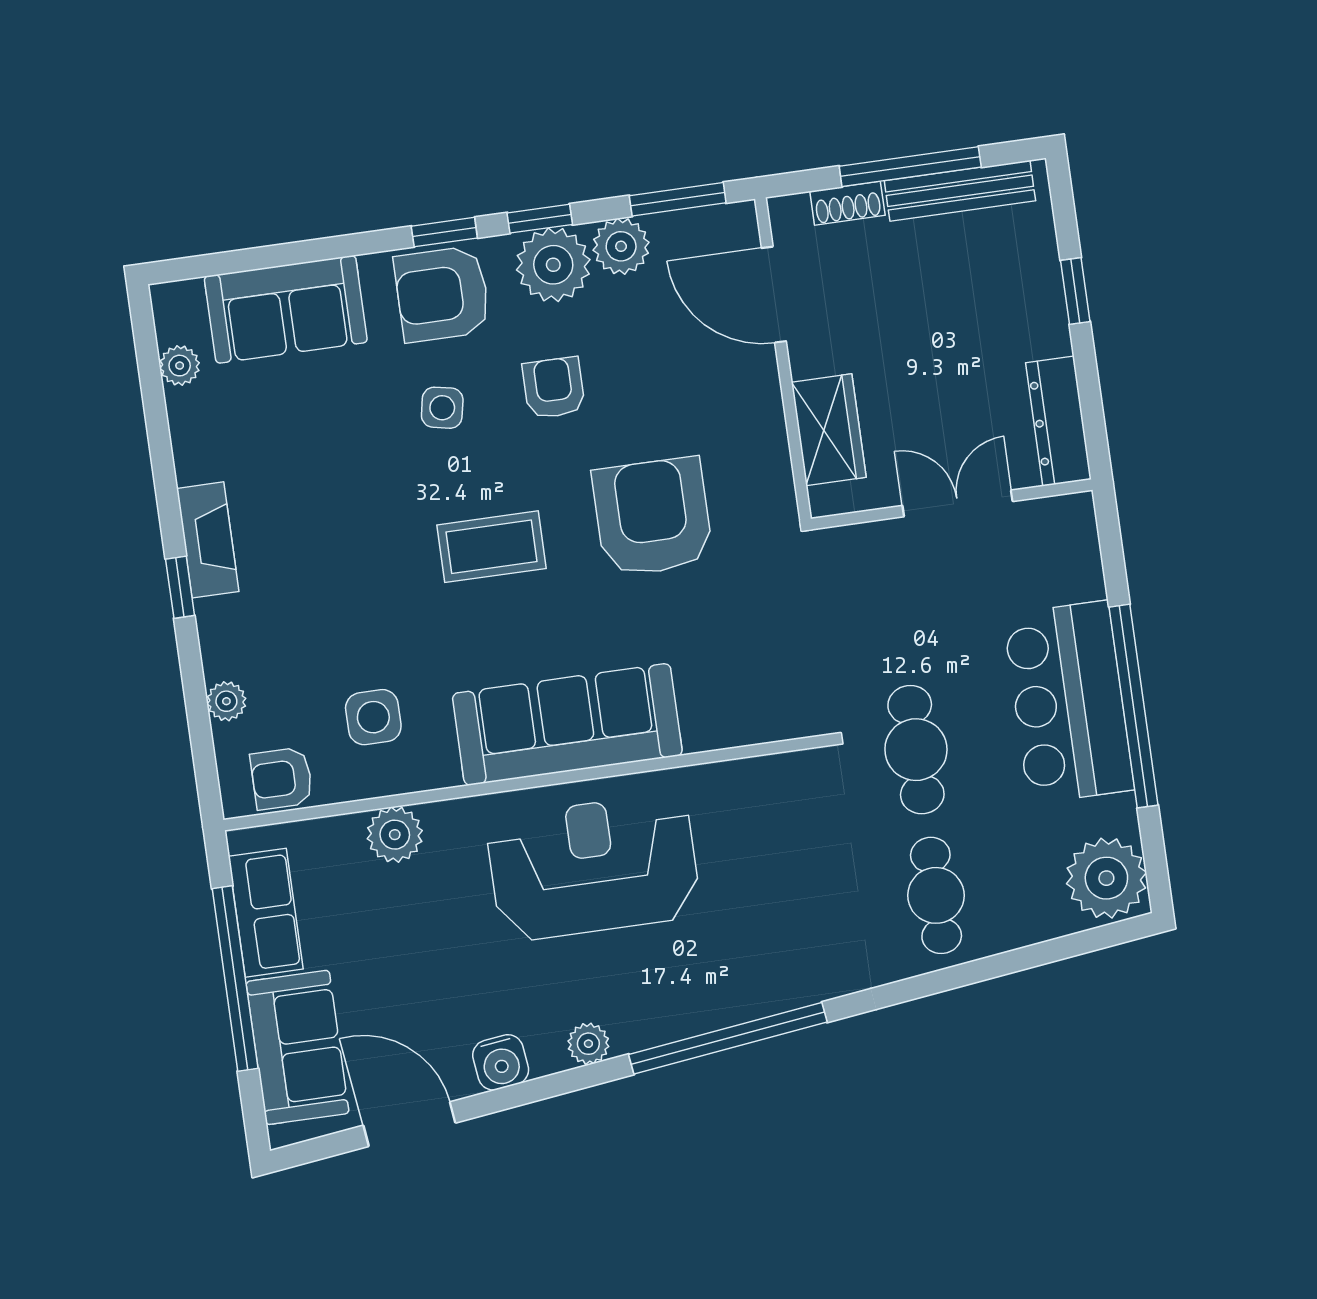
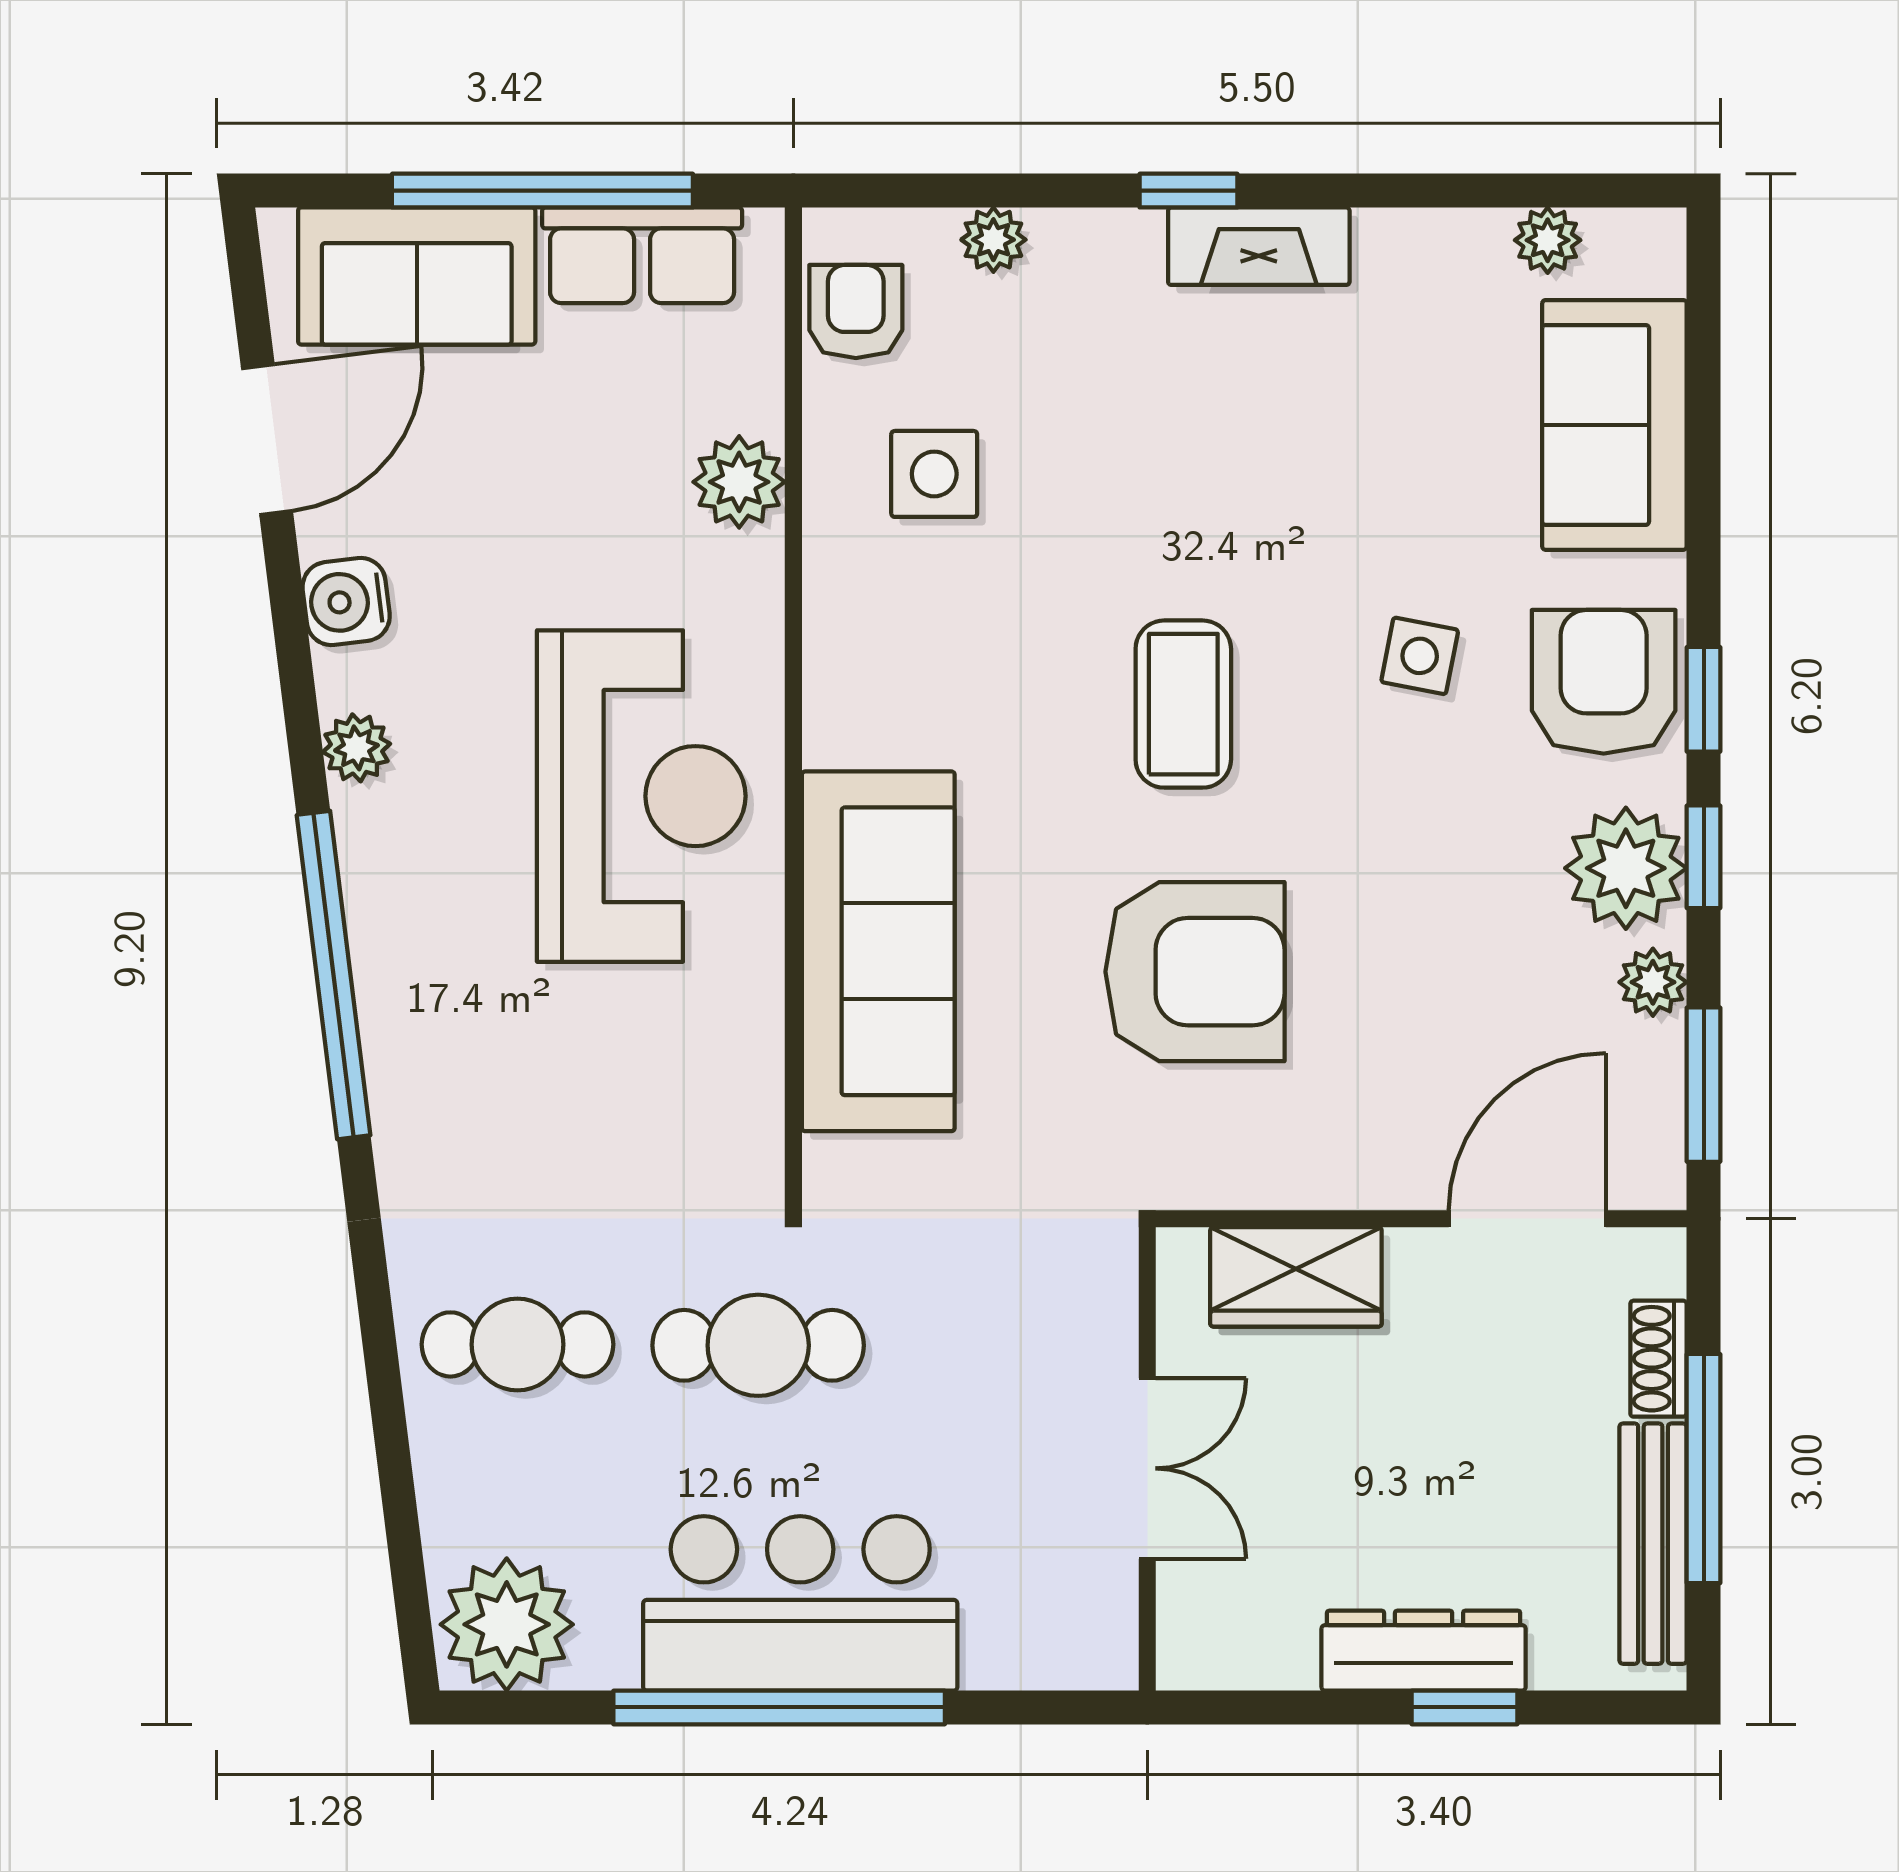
plant: (621, 246) -> (1653, 982), width x0.73, depth x0.73
armchair: (554, 388) -> (1426, 841), removed
dresser: (1058, 421) -> (1424, 1651), moved
sofa: (567, 724) -> (878, 951), moved

